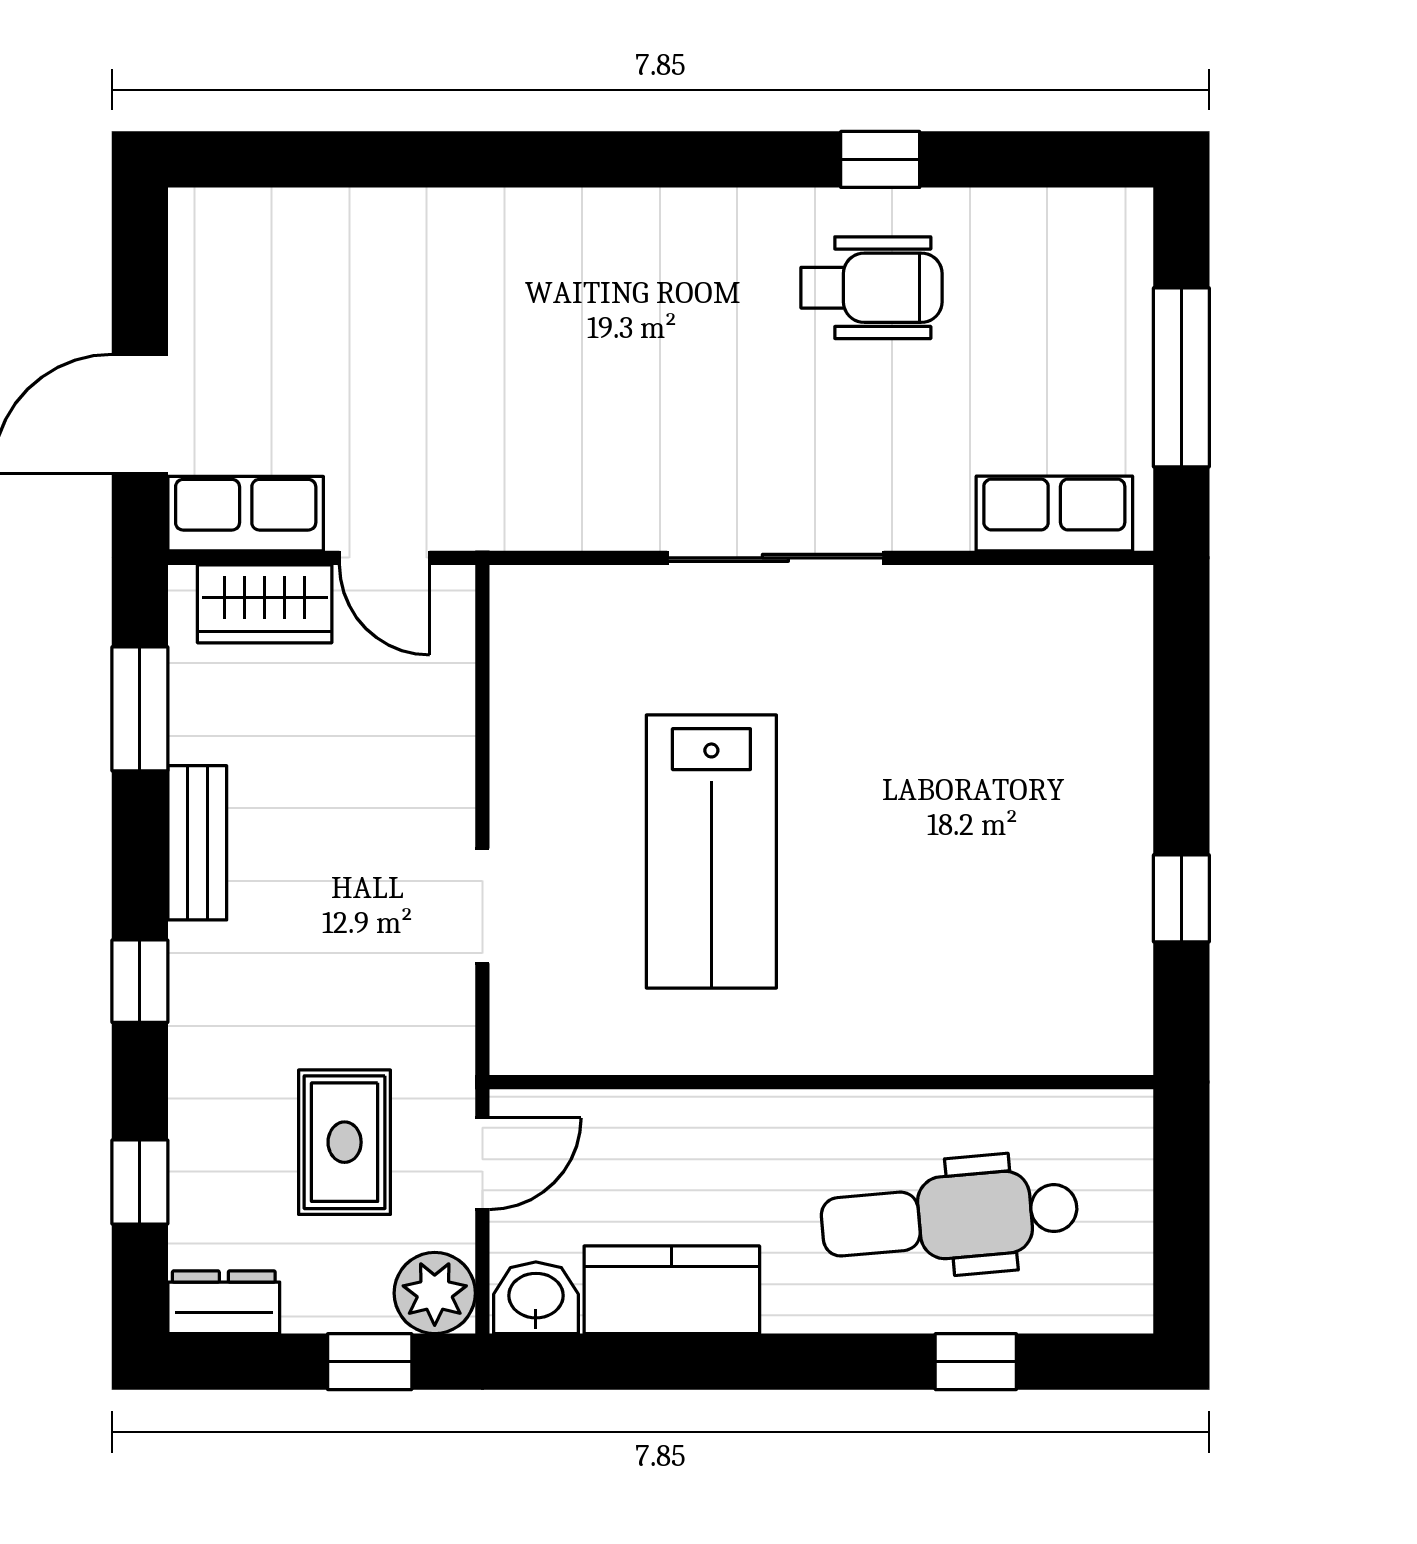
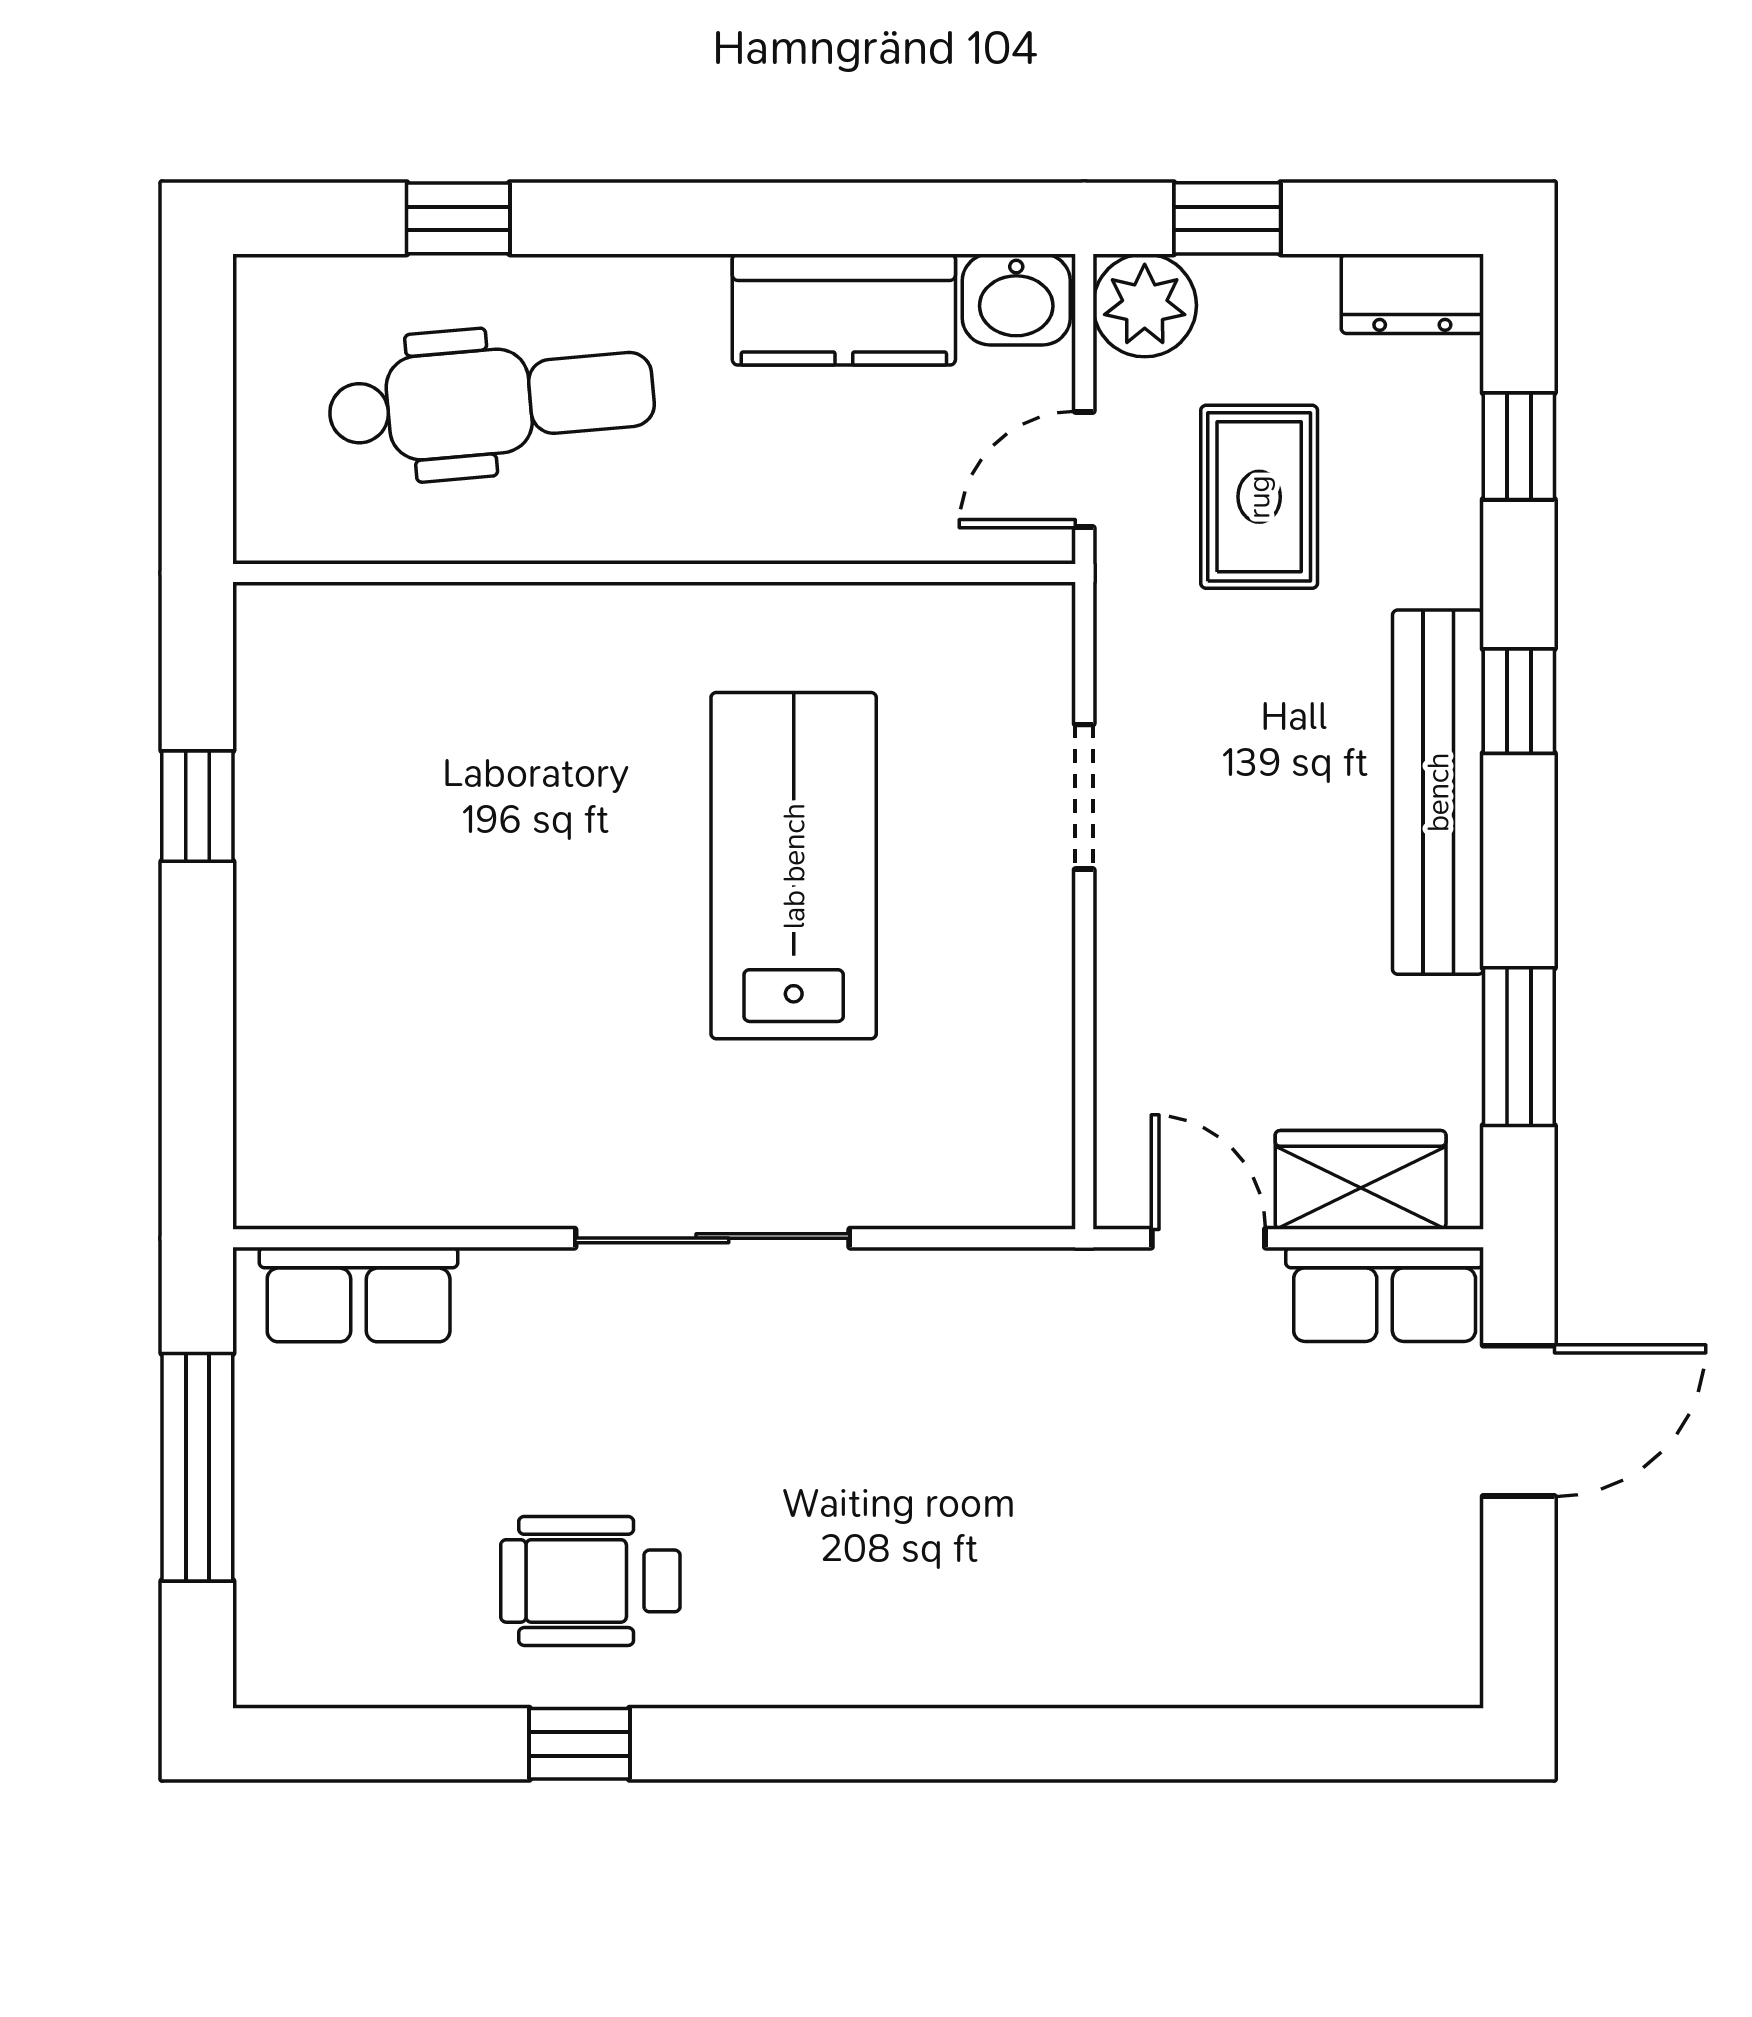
bench: (197, 843) -> (1438, 792), width x1.86, depth x1.21

